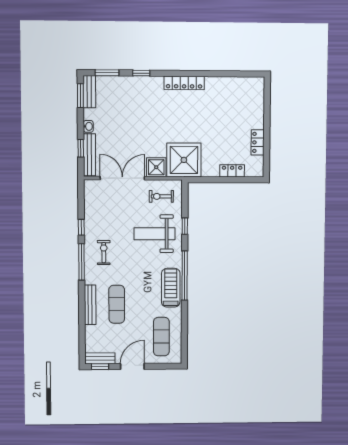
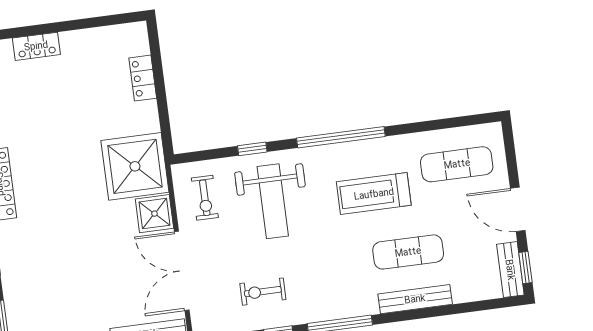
locker: (258, 142) -> (36, 46), moved
exercise bike: (104, 253) -> (263, 292), moved
treadmill: (171, 288) -> (374, 194), moved

